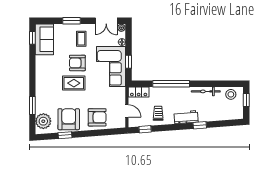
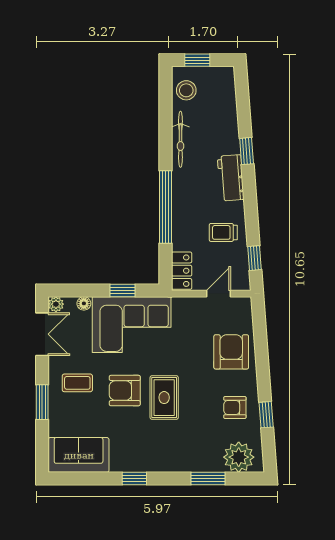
window: (32, 38) -> (134, 479), moved
armchair: (77, 63) -> (125, 391), turned 90
armchair: (69, 119) -> (235, 407), width x0.53, depth x0.53

